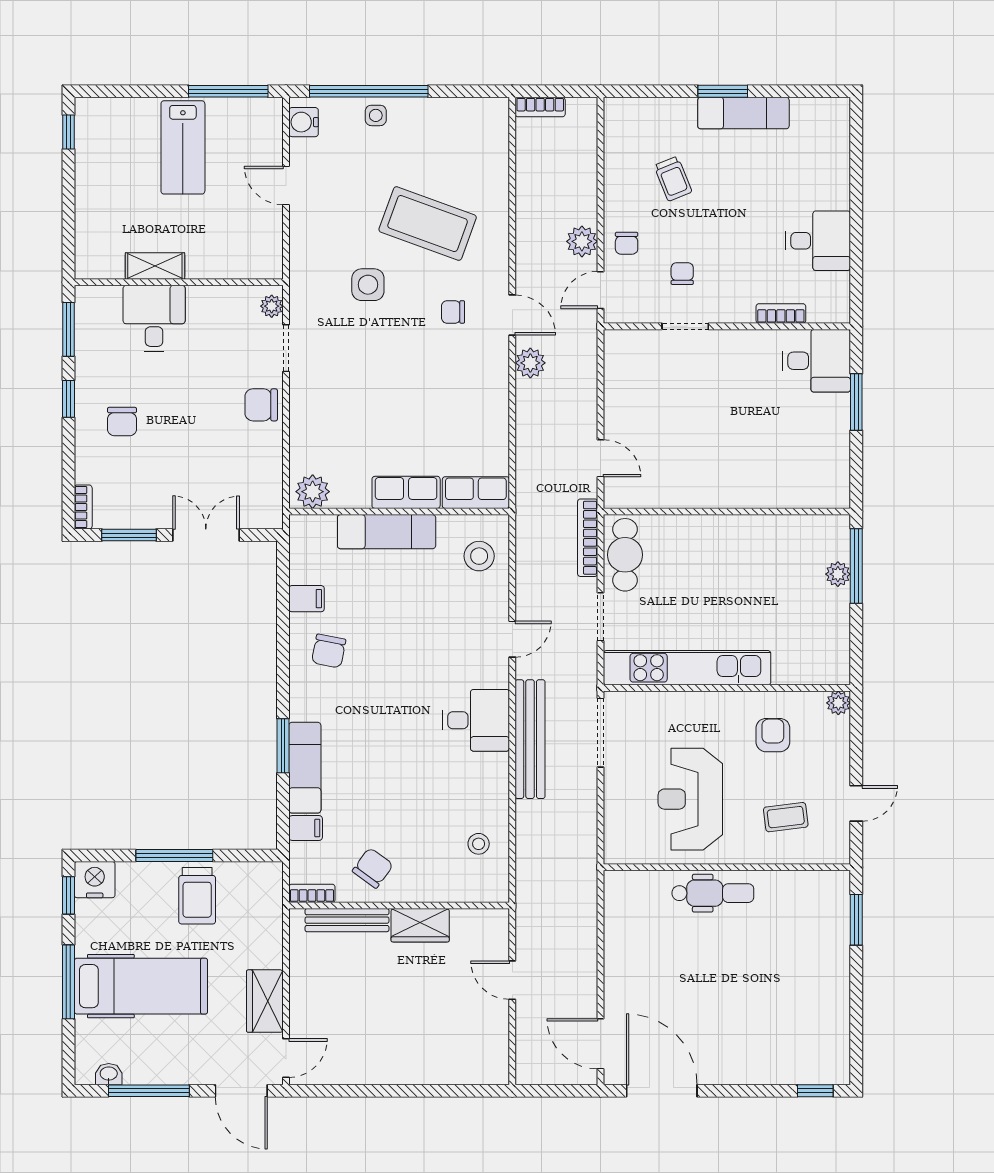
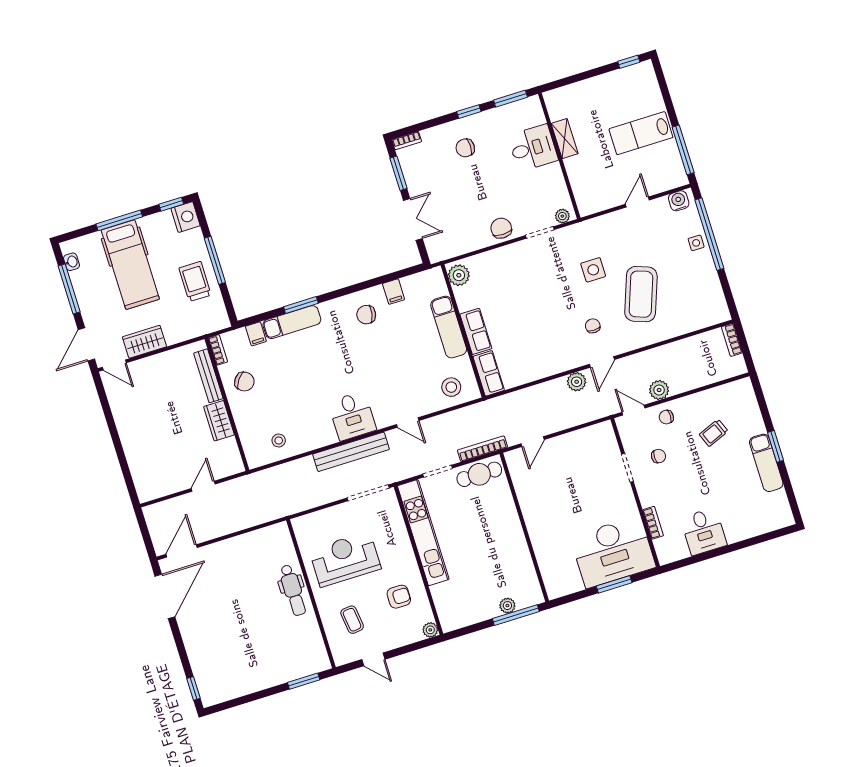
desk: (816, 361) -> (613, 552), width x1.87, depth x1.30
trolley: (197, 896) -> (195, 281), turned 90

